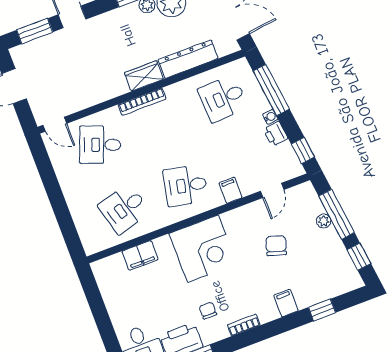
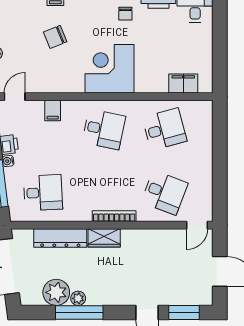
door: (55, 124) -> (197, 225), swing flipped
filing cabinet: (231, 190) -> (53, 110), moved
door: (272, 190) -> (15, 97), moved
chair: (276, 246) -> (55, 37), moved, turned 51
filing cabinet: (140, 255) -> (183, 84), moved

